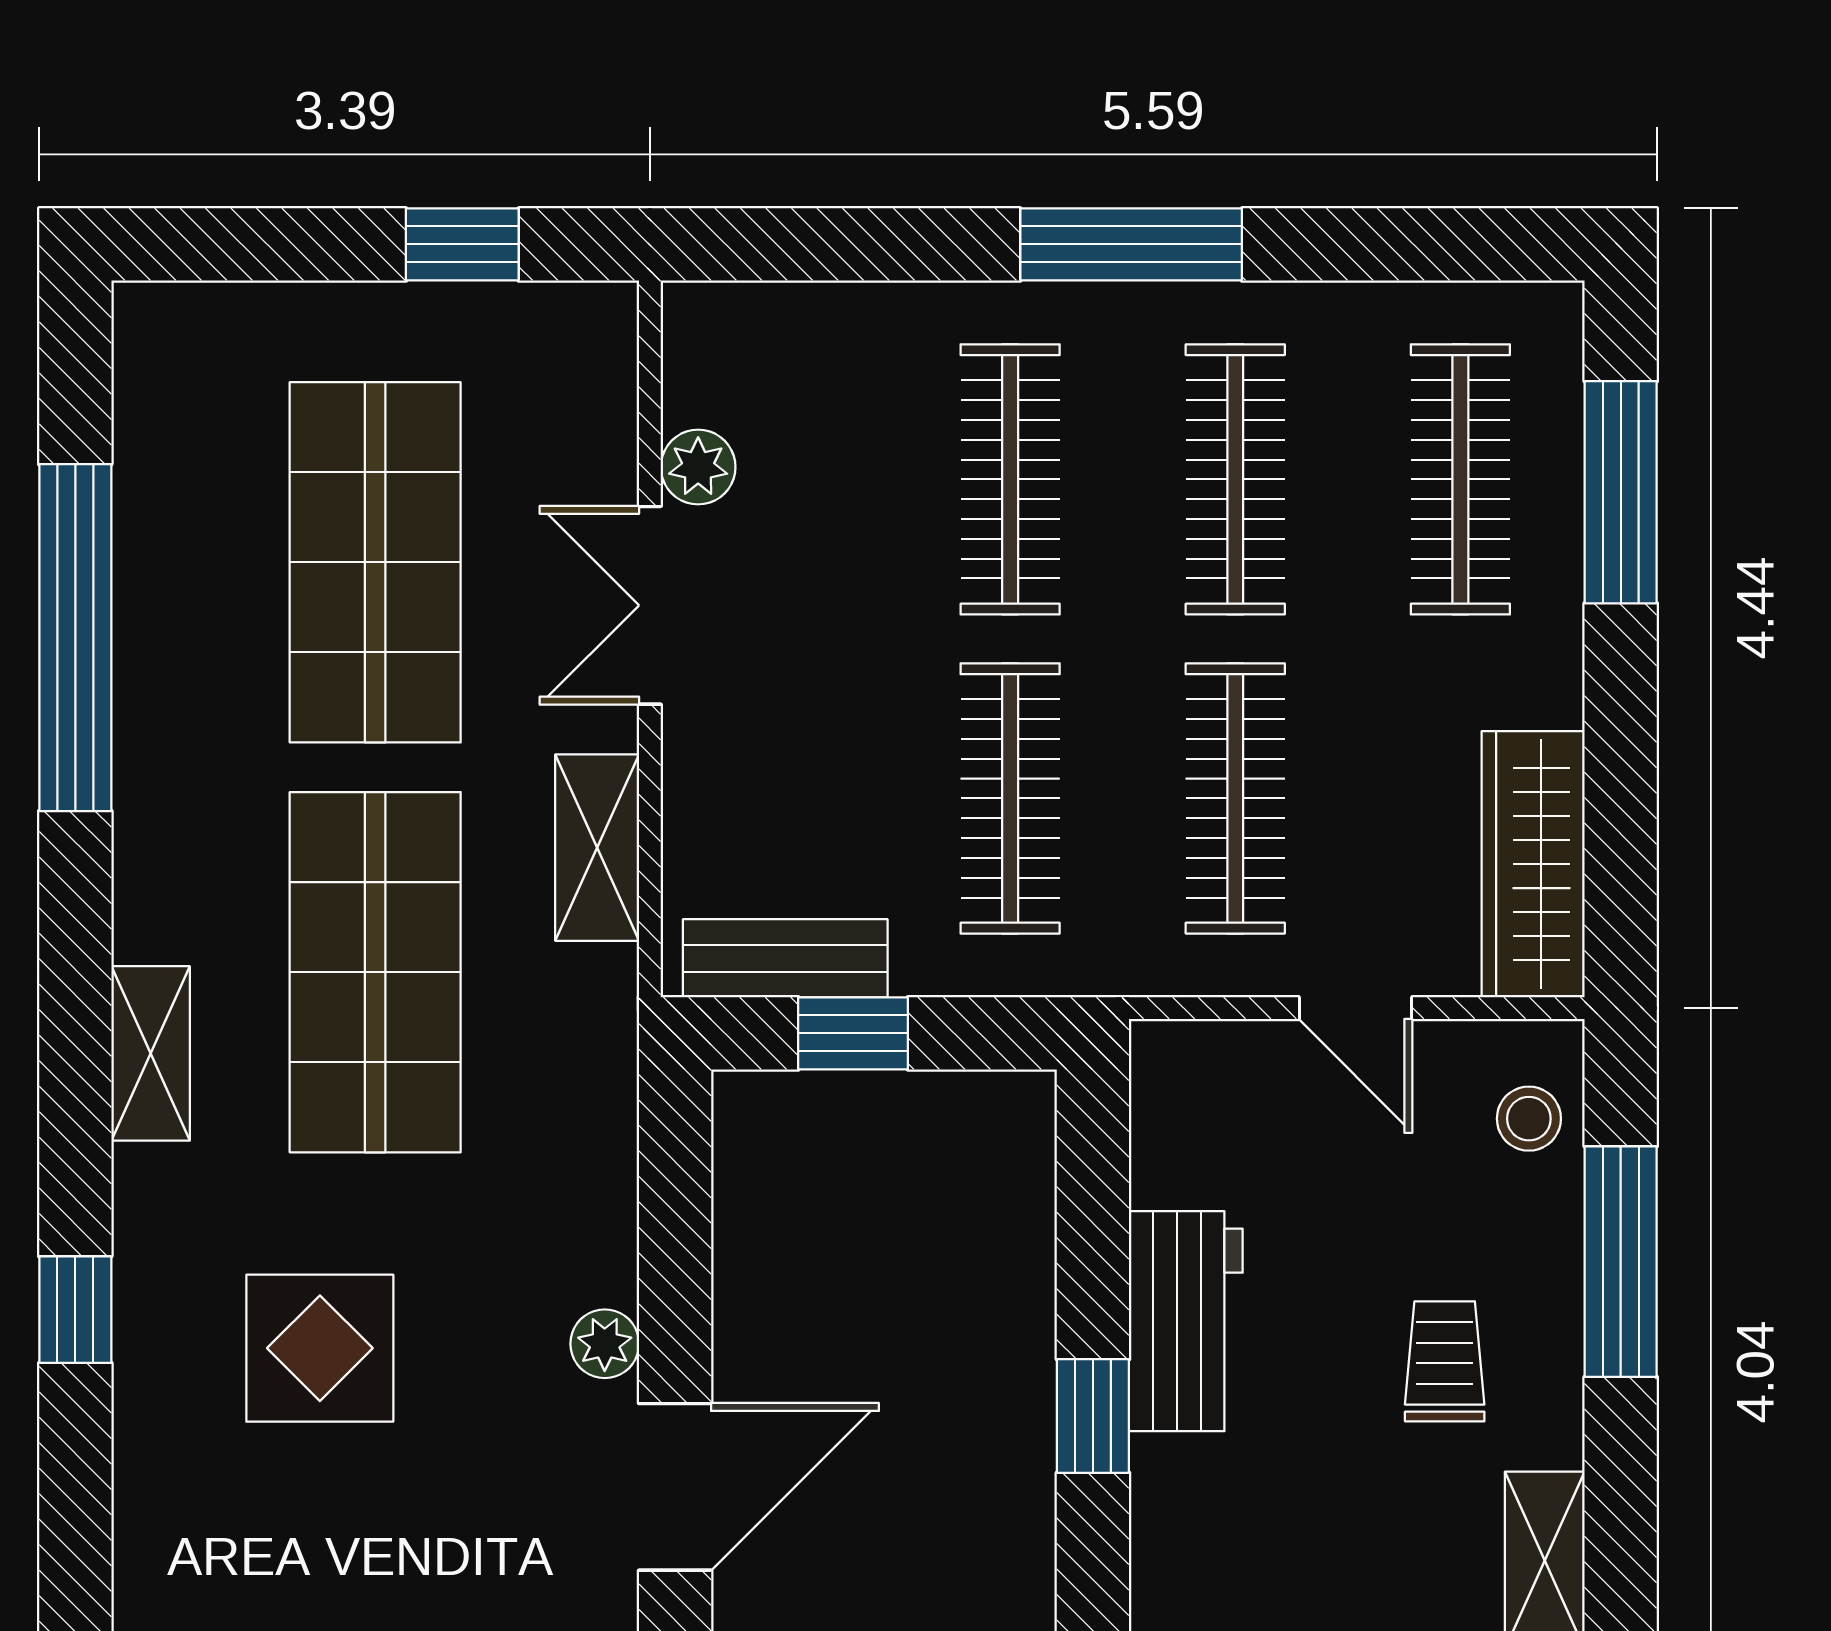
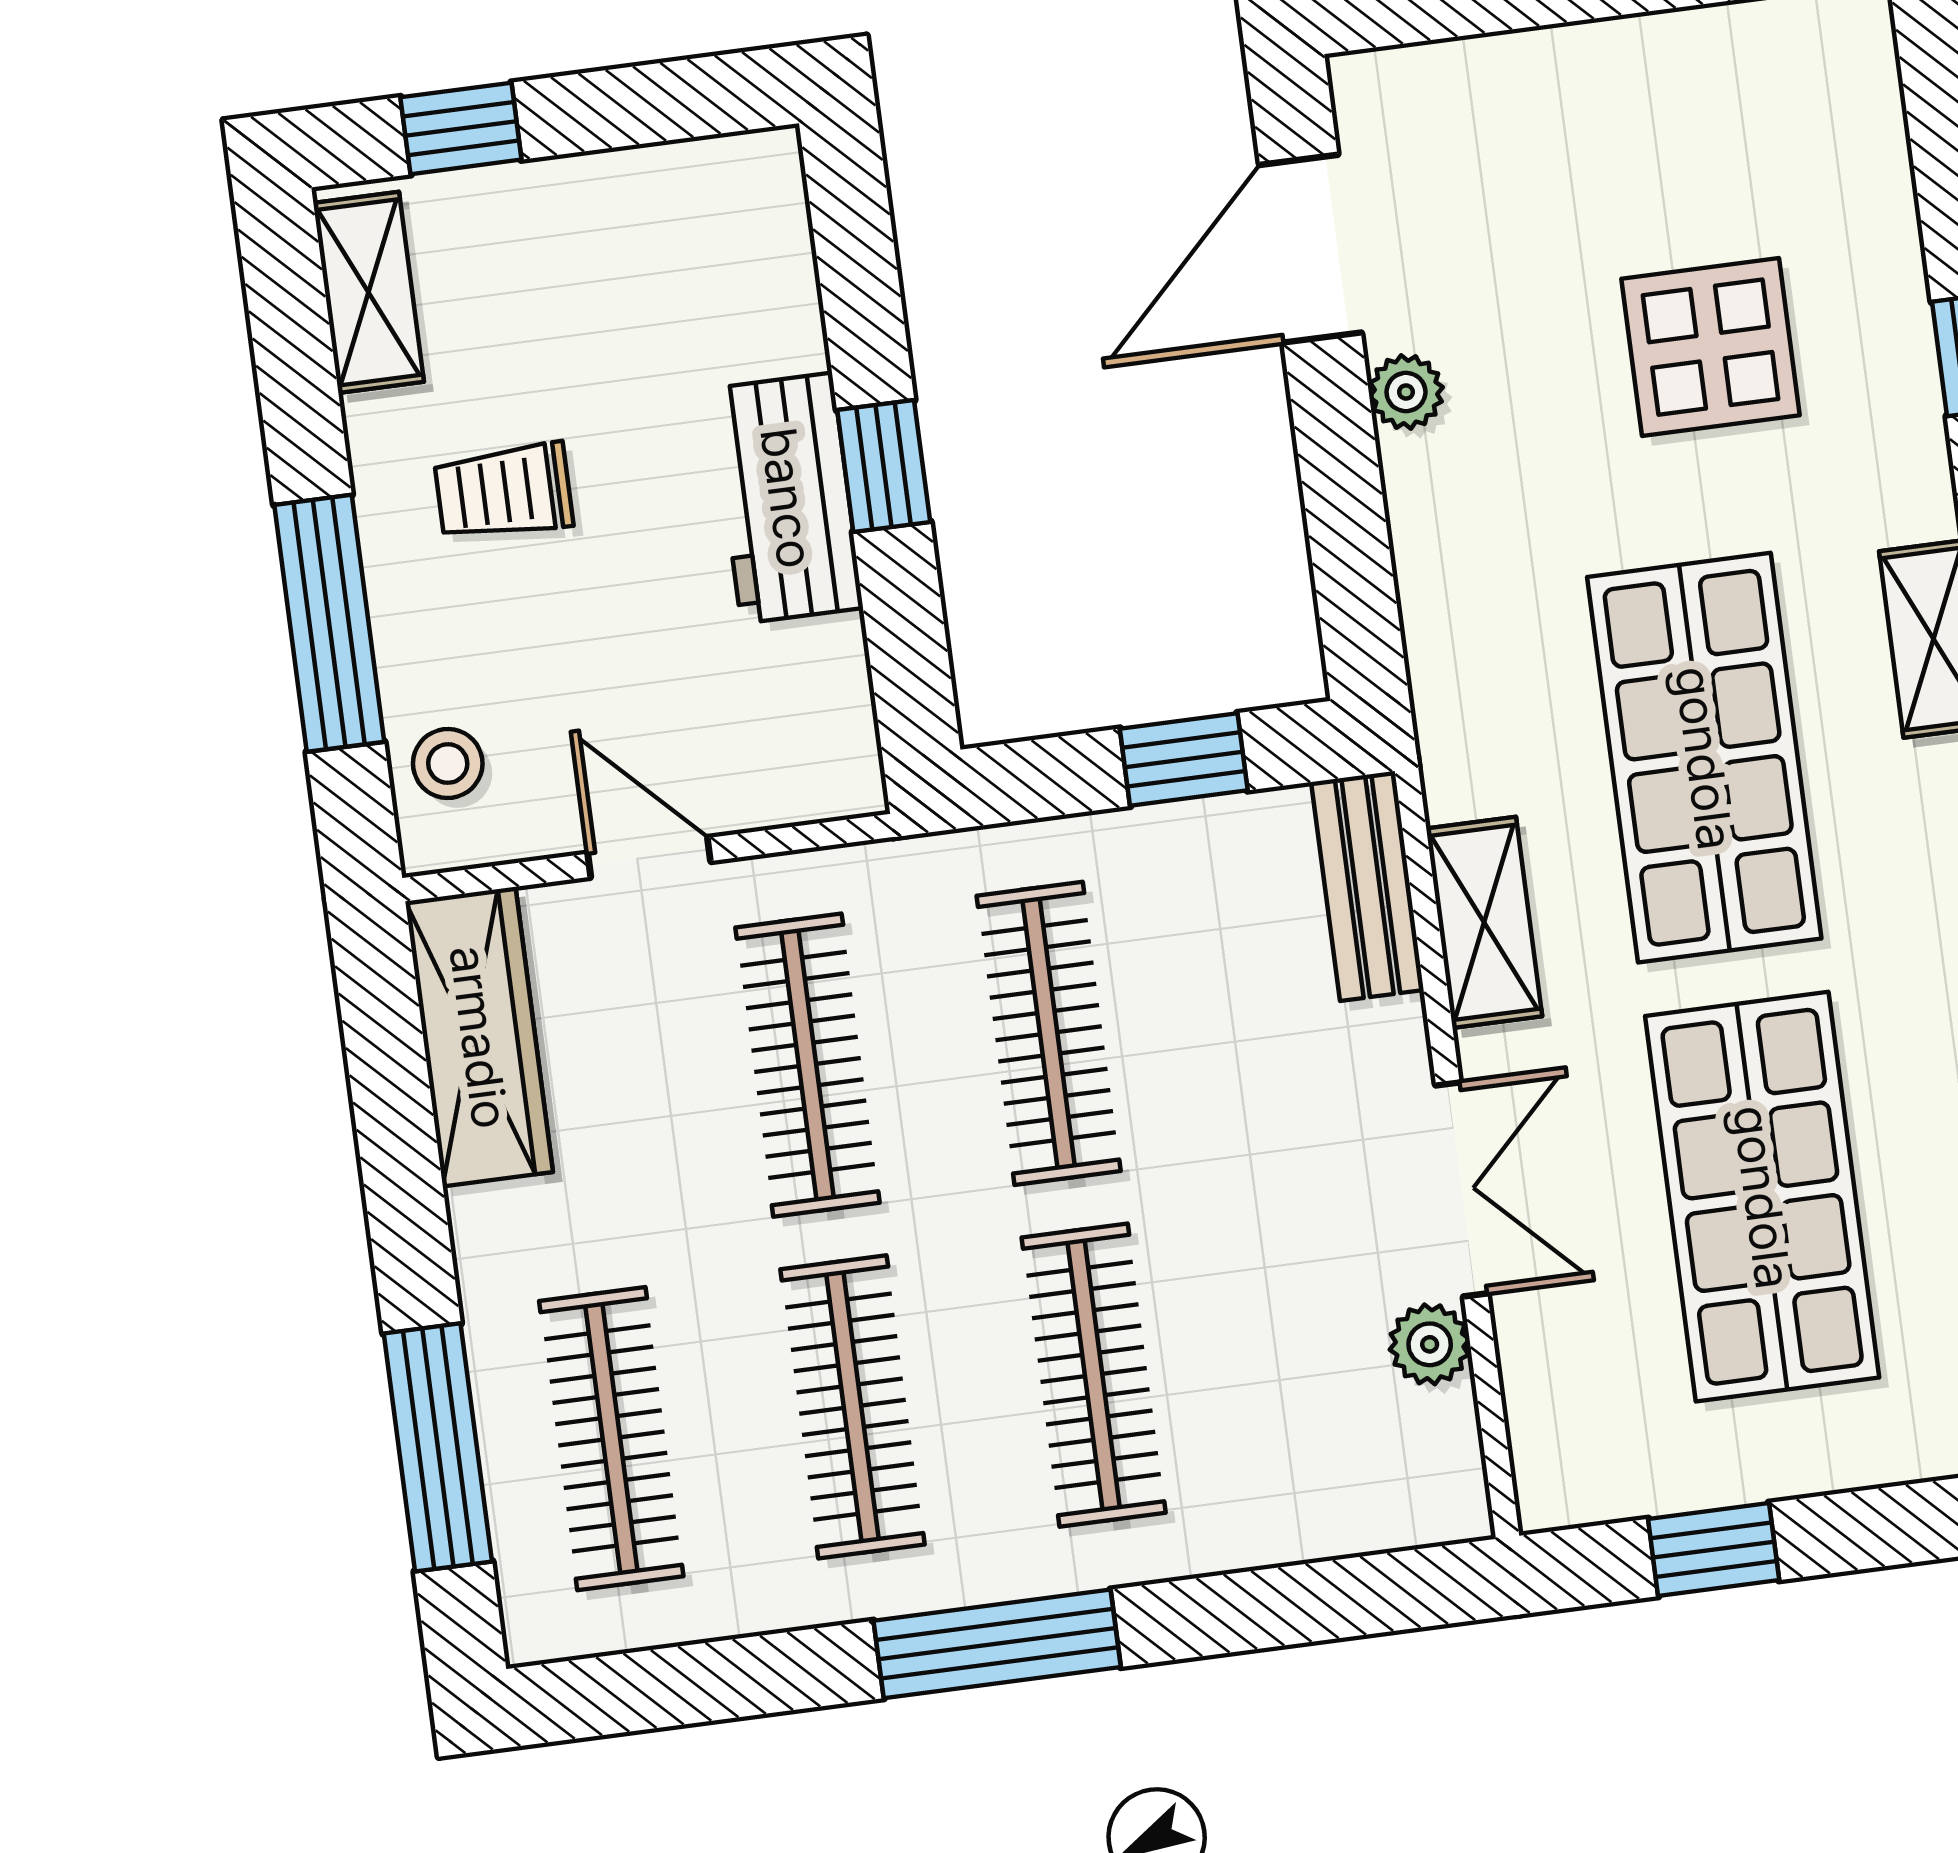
bench: (785, 958) -> (1367, 886), moved, turned 90
trolley: (1445, 1361) -> (504, 492), turned 90
window: (1093, 1416) -> (884, 466), moved

